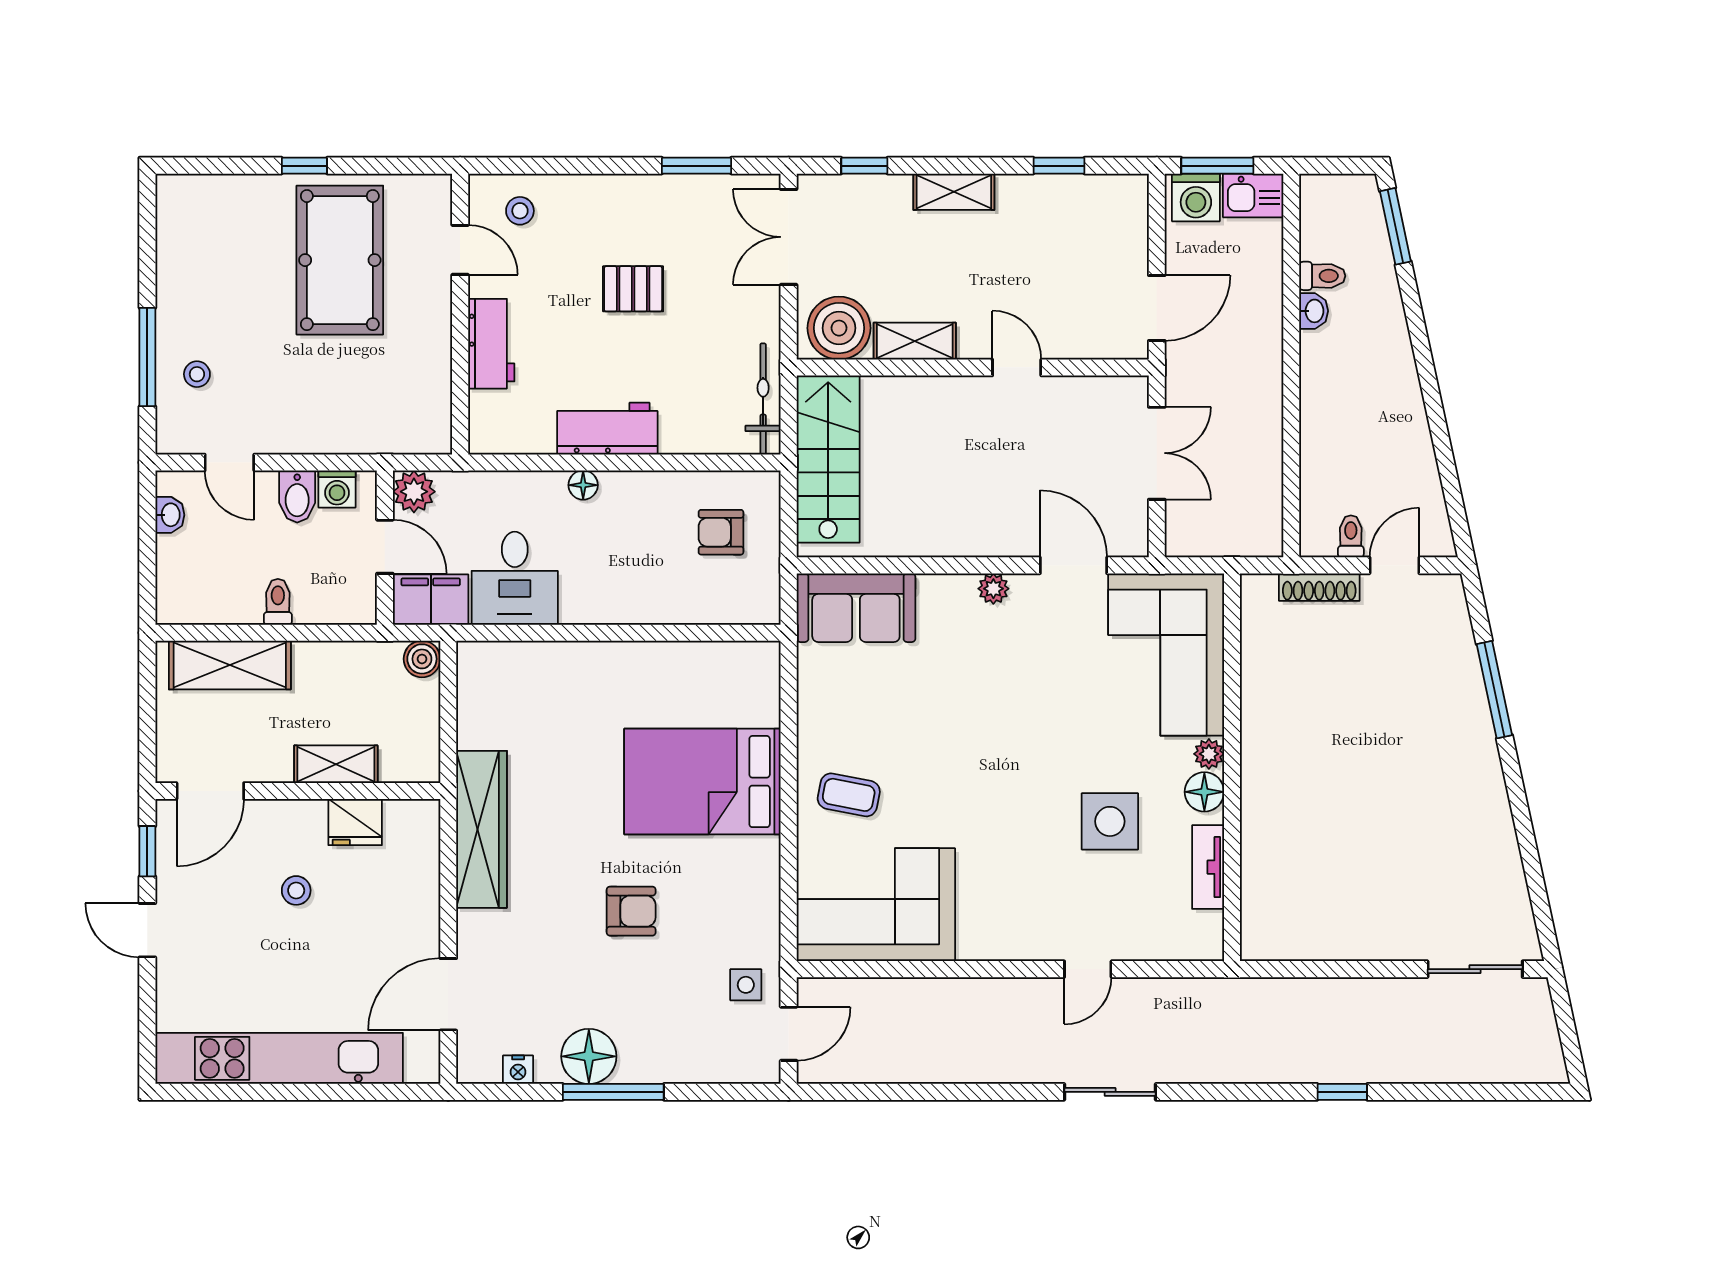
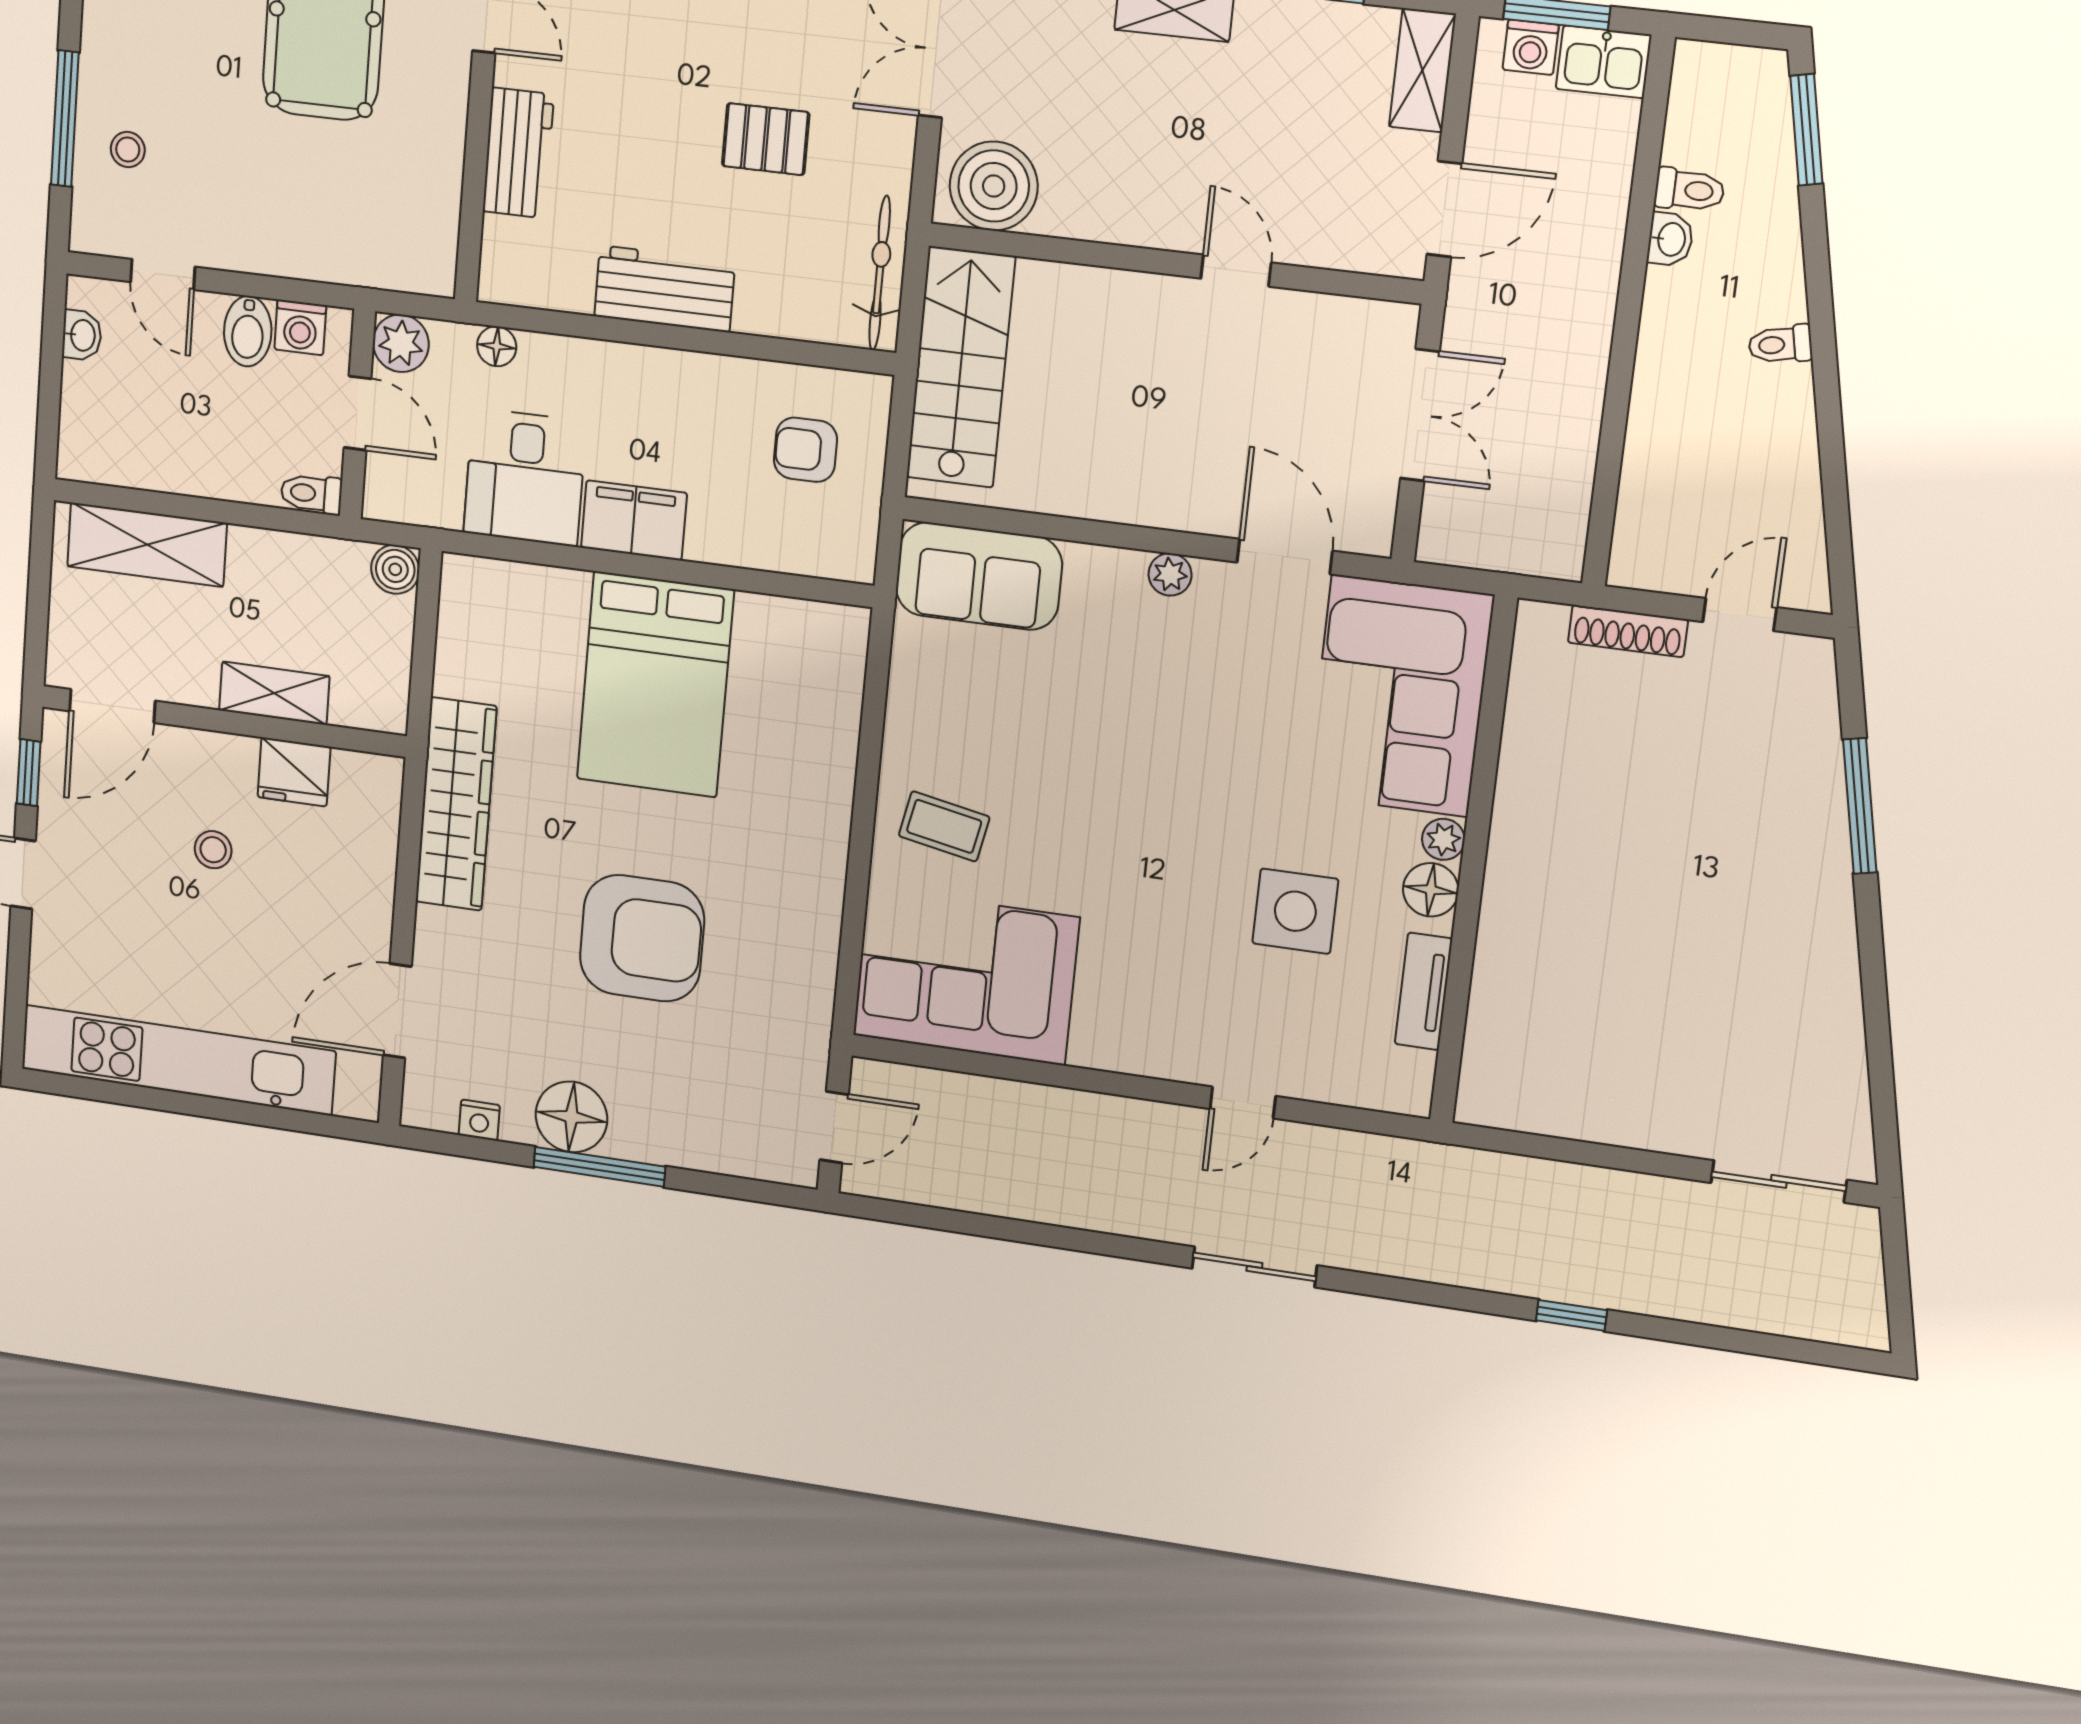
washing machine: (1196, 197) -> (1531, 47), width x0.73, depth x0.73
pallet: (633, 289) -> (766, 139), moved
shelving: (915, 341) -> (1422, 70), moved, turned 90
floor lamp: (583, 485) -> (497, 346), moved
toilet: (1351, 536) -> (1780, 344), moved, turned -102
filing cabinet: (431, 600) -> (634, 520), moved
toilet: (278, 602) -> (311, 494), moved, turned -90
bed: (702, 782) -> (655, 685), moved, turned -90
armchair: (631, 911) -> (642, 938), width x1.88, depth x1.88
side table: (746, 985) -> (784, 1056), removed

